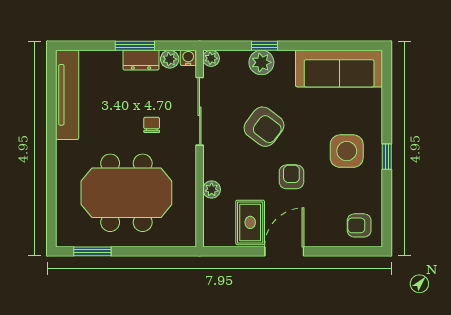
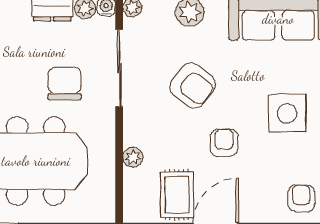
chair: (152, 125) -> (64, 83), width x1.87, depth x1.87
armchair: (359, 225) -> (301, 198), turned 90

